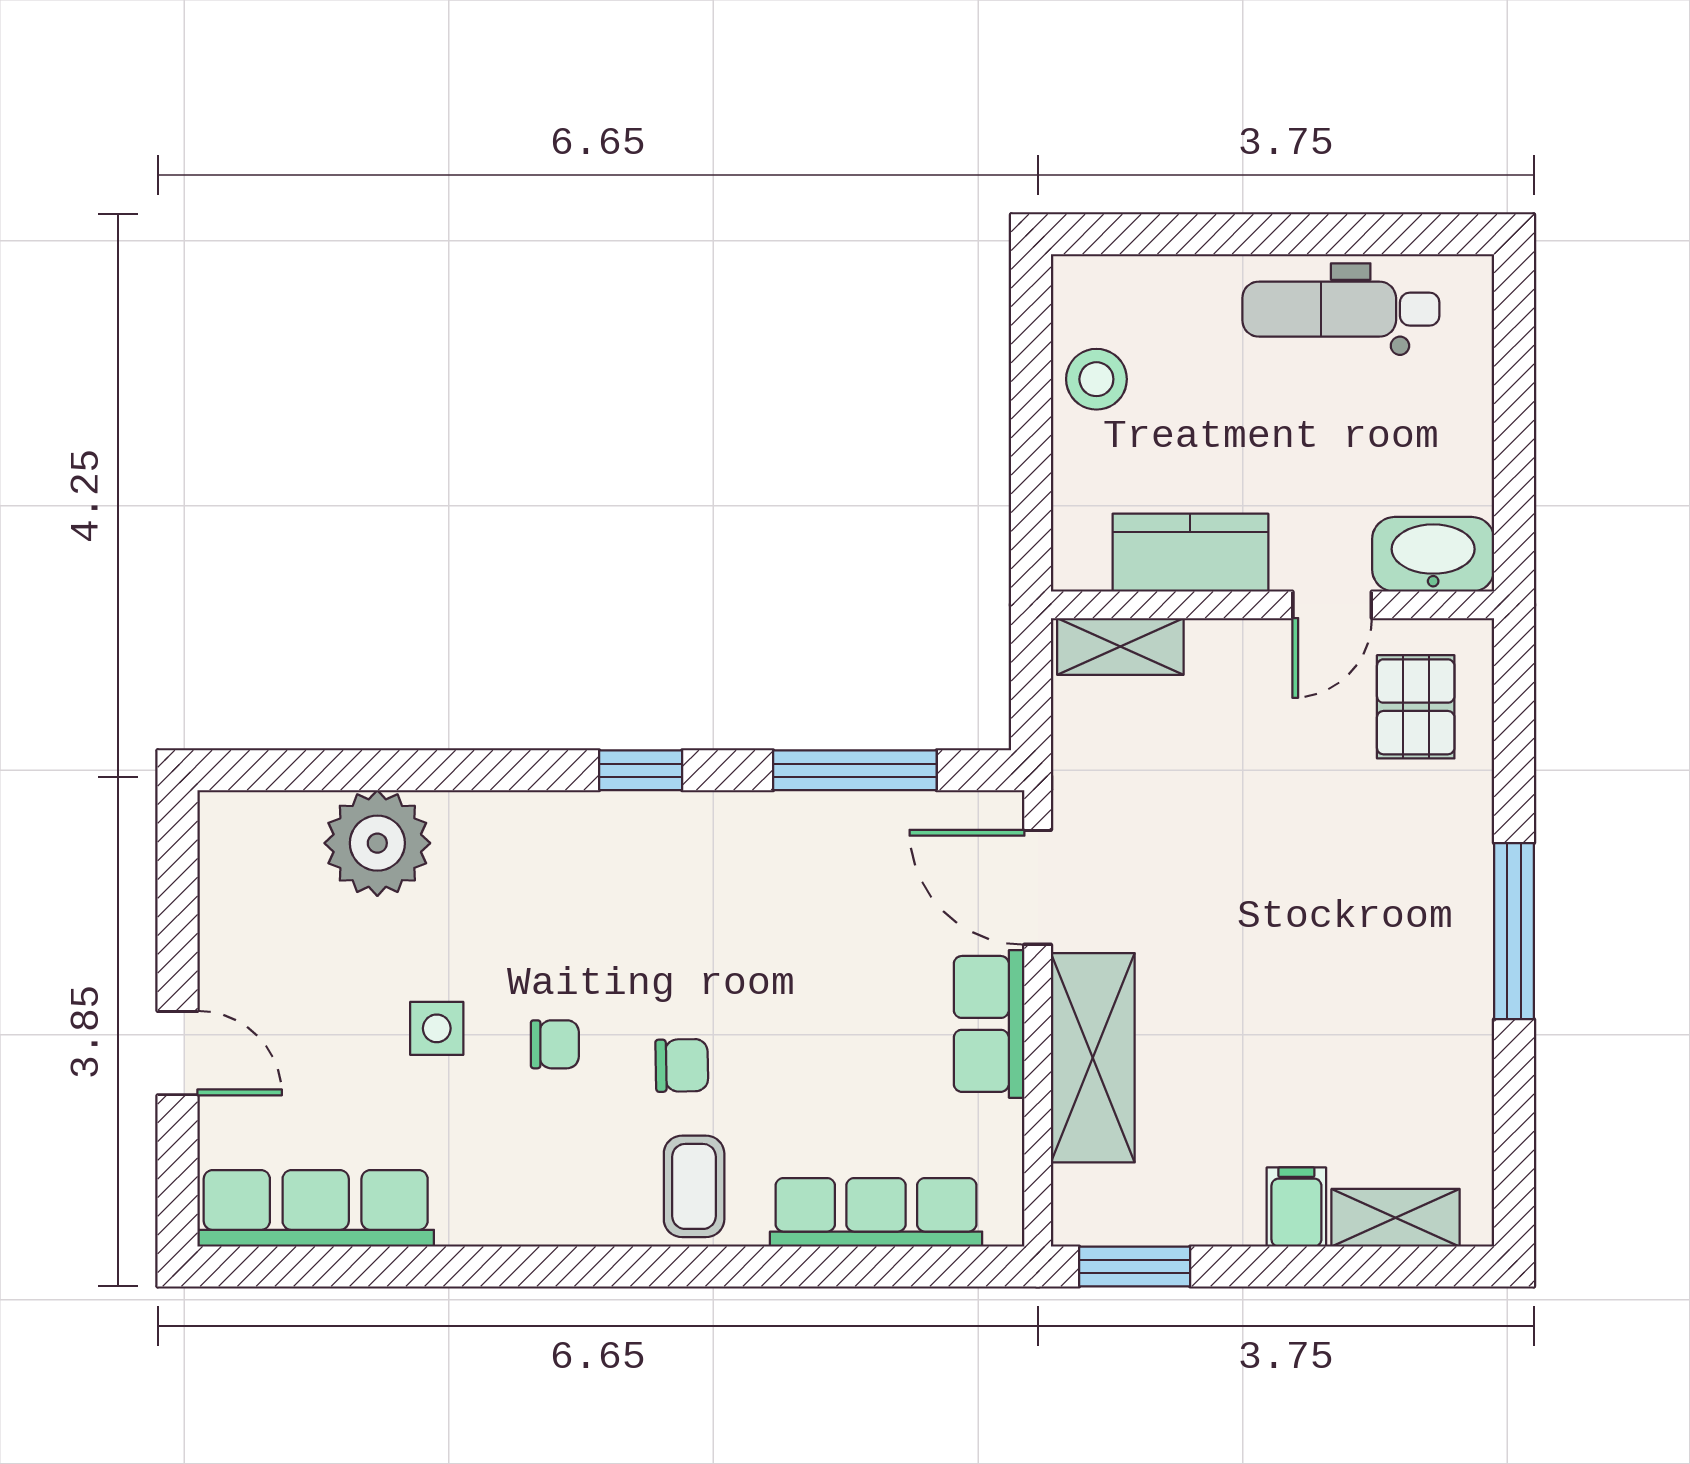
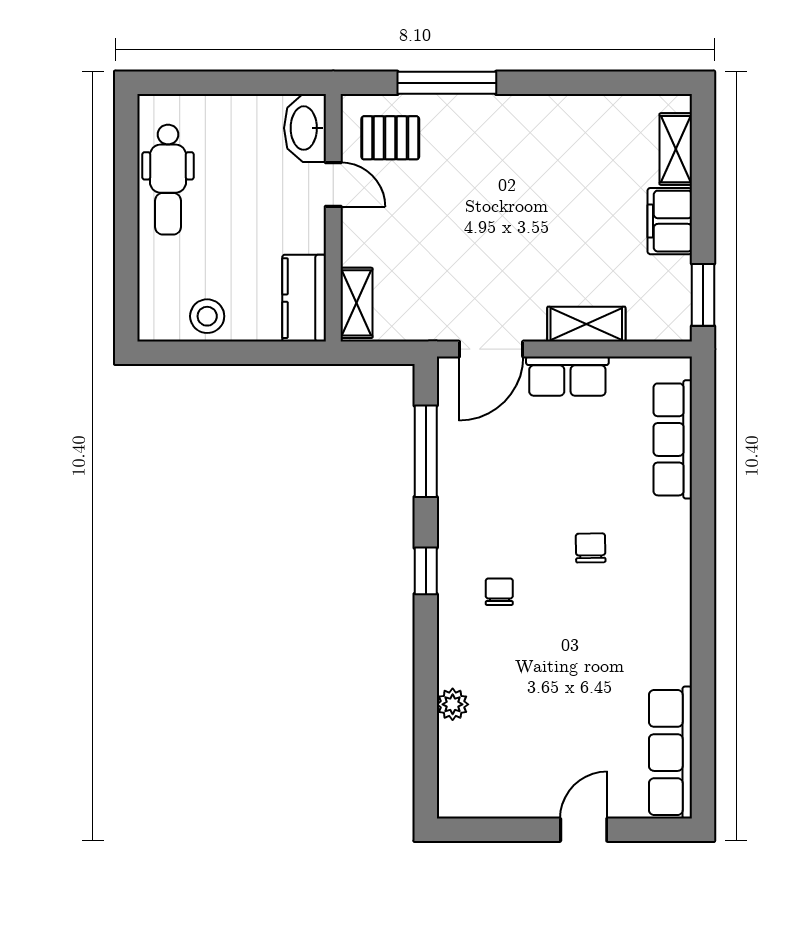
kitchen counter: (1190, 553) -> (304, 298), moved
plant: (377, 843) -> (453, 704), width x0.53, depth x0.53
window: (1514, 931) -> (447, 83), moved
side table: (437, 1028) -> (570, 685), removed
chair: (555, 1044) -> (499, 592), moved
shelving: (1093, 1058) -> (586, 324), width x0.67, depth x0.75
coffee table: (694, 1186) -> (658, 541), removed
filing cabinet: (1296, 1207) -> (670, 221), width x2.00

